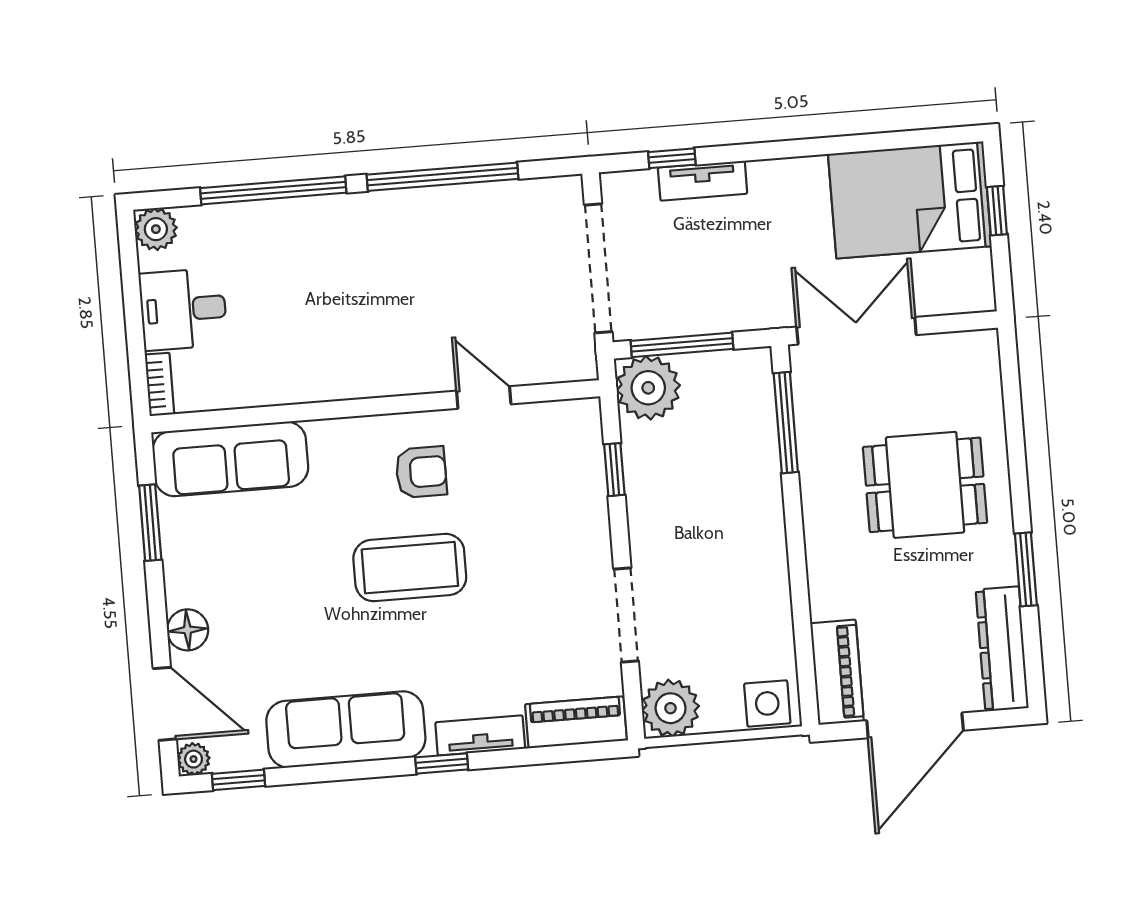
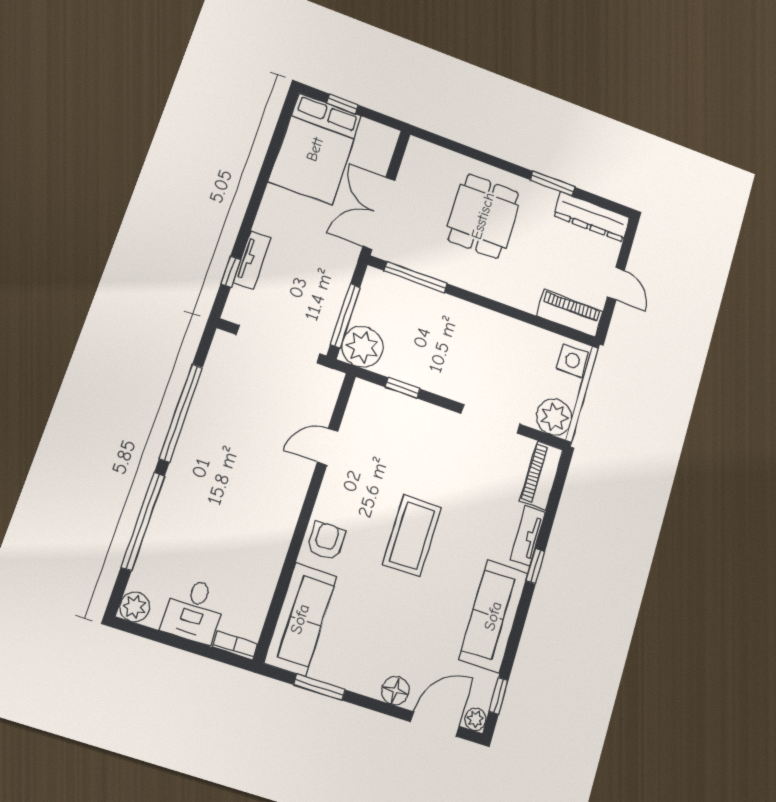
armchair: (421, 472) -> (326, 541), moved
door: (915, 725) -> (616, 284), width x0.53

